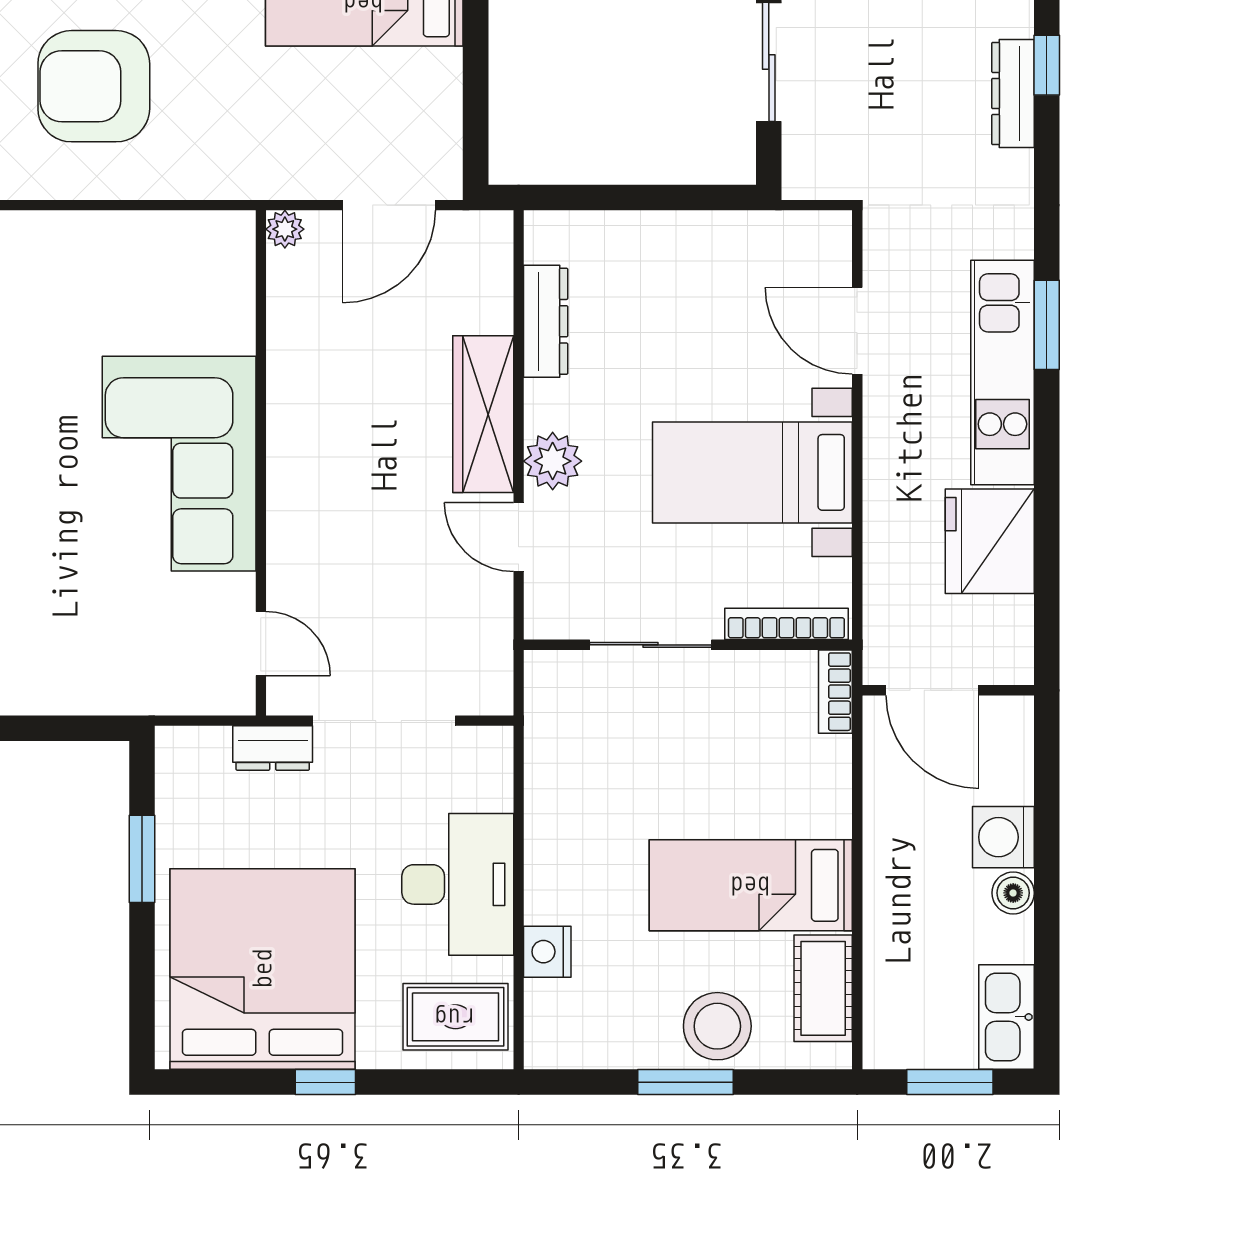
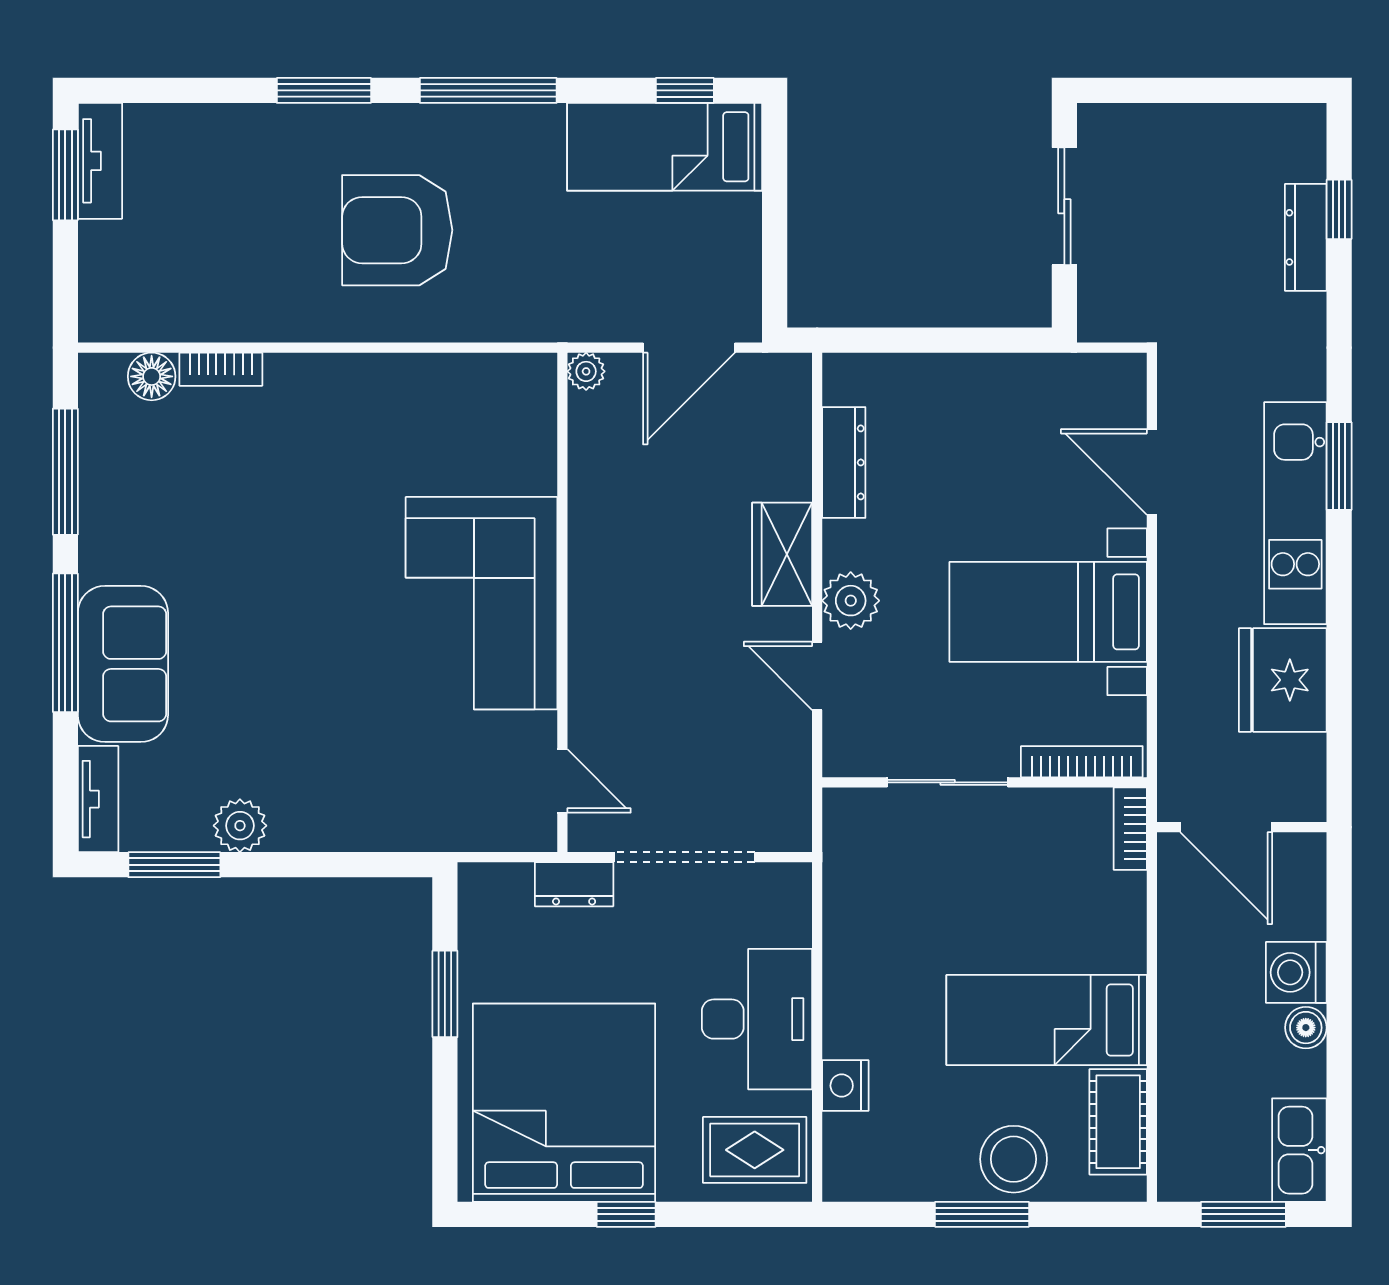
wardrobe: (483, 414) -> (782, 554), width x0.67

